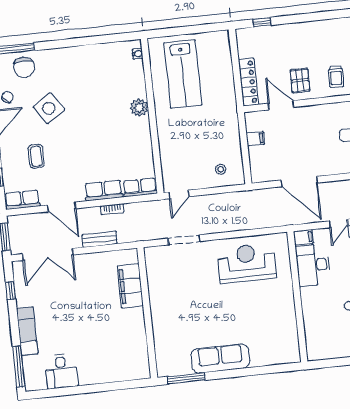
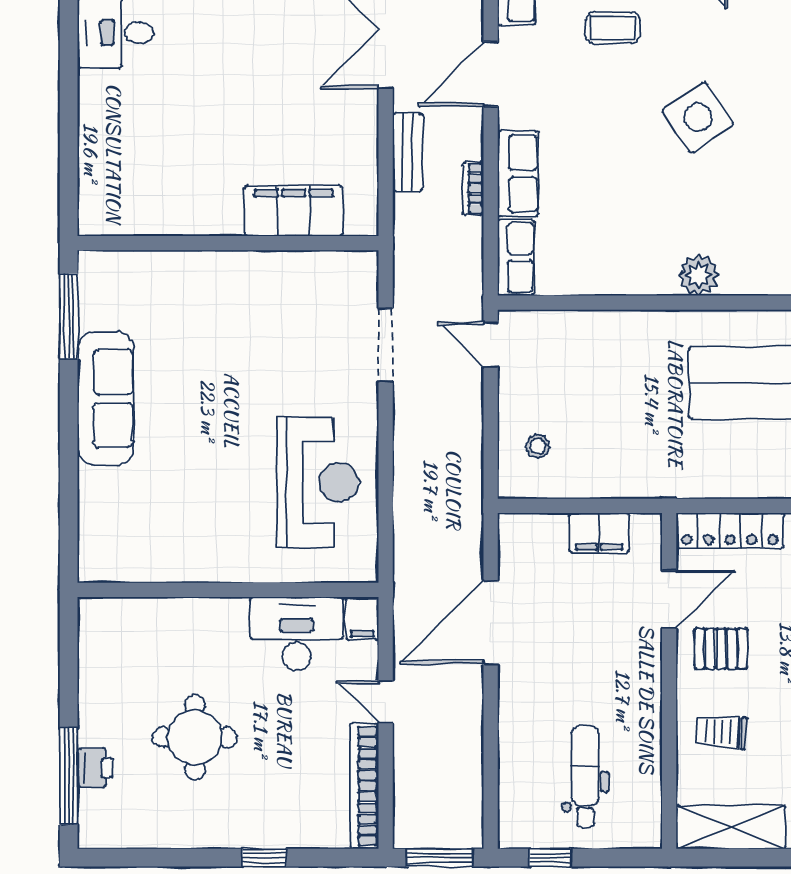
side table: (49, 108) -> (698, 117), moved
filing cabinet: (255, 139) -> (599, 533), width x2.00

